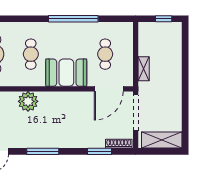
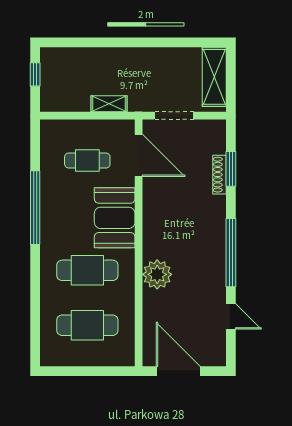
cafe table: (31, 54) -> (87, 270), width x1.37, depth x1.35
doorway: (136, 113) -> (174, 116), width x0.73
shoe rack: (119, 144) -> (219, 175), moved
window: (43, 151) -> (231, 253), width x1.46

